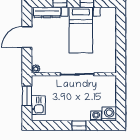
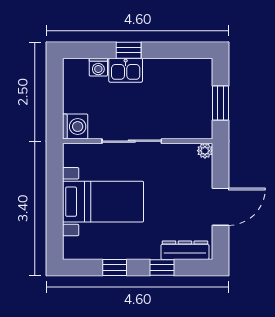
bed with nightstands: (81, 30) -> (103, 202), moved, turned 90
kitchen sink: (38, 105) -> (126, 70), moved, turned -90
washing machine: (109, 114) -> (75, 127), moved, turned -90

